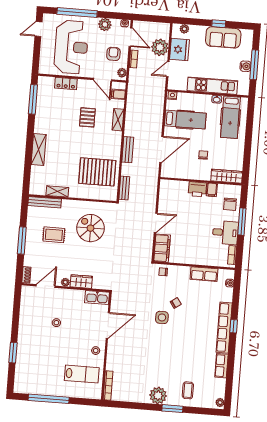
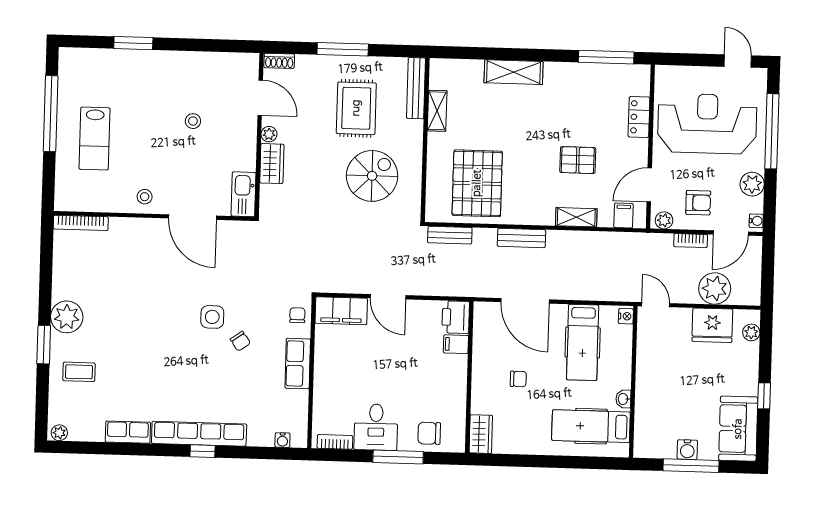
sofa: (223, 37) -> (738, 429), moved
reception desk: (71, 47) -> (707, 124), turned 180
door: (168, 69) -> (656, 305), moved
kitchen unit: (212, 86) -> (648, 390), removed
wardrobe: (227, 176) -> (481, 434), width x0.67
printer: (197, 189) -> (456, 317), moved
filing cabinet: (212, 190) -> (456, 344), moved
rug: (54, 235) -> (356, 108), width x1.36, depth x1.43
row of seats: (204, 274) -> (298, 364), moved
lab bench: (82, 374) -> (95, 139), moved

